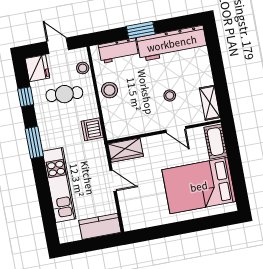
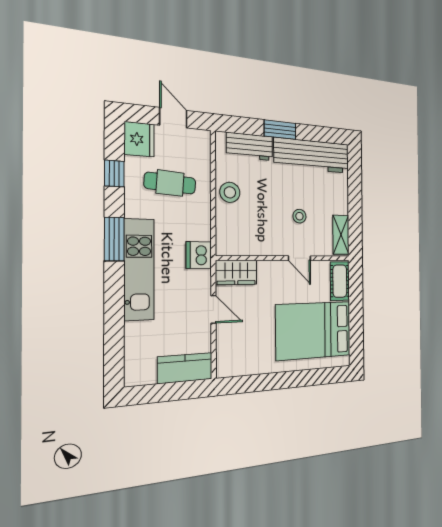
stool: (83, 68) -> (201, 156), removed
dishwasher: (92, 129) -> (199, 255), moved
kitchen unit: (59, 185) -> (139, 270), moved

